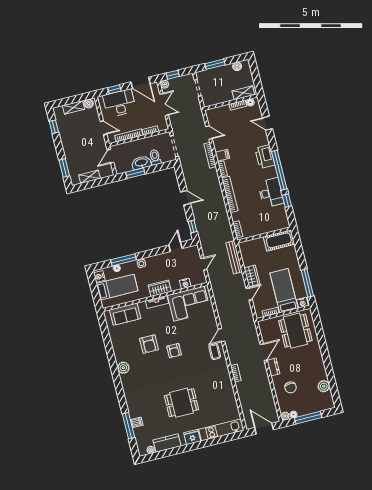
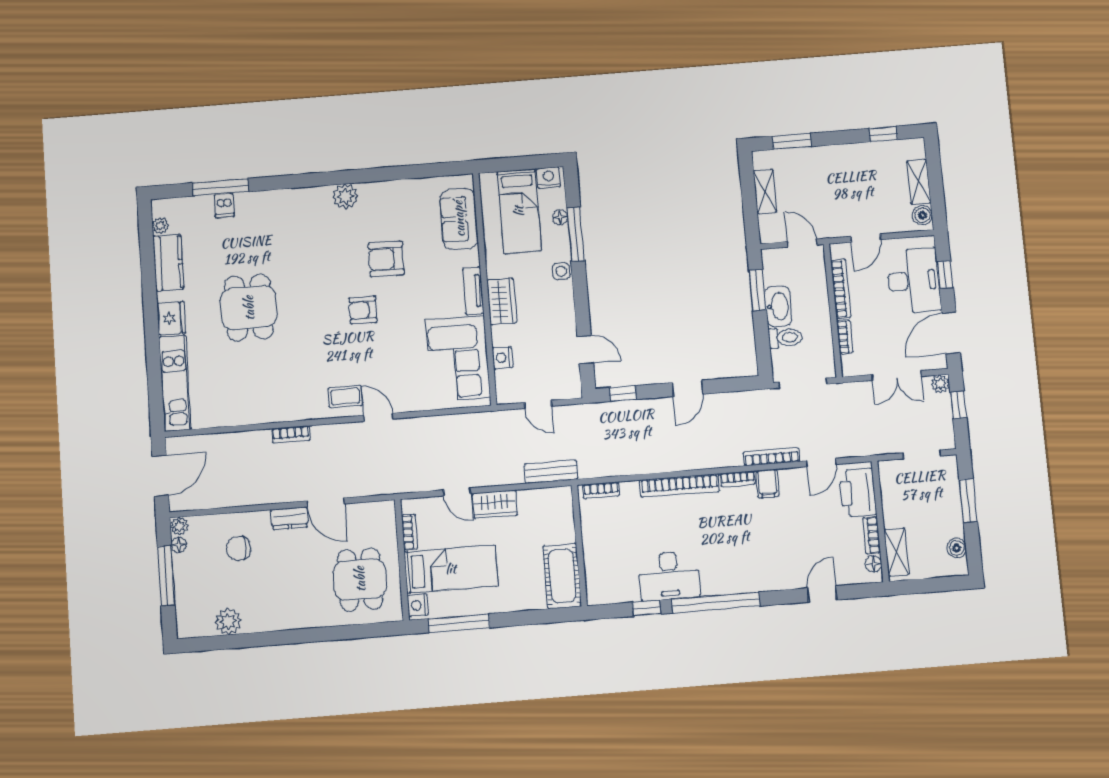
printer: (265, 157) -> (858, 493), moved, turned -90
bench: (234, 257) -> (551, 472), width x0.73
dining table: (295, 331) -> (360, 579), width x0.73

